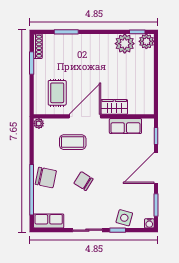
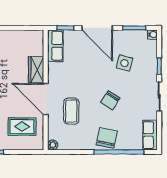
row of seats: (125, 126) -> (55, 46), moved
side table: (124, 218) -> (125, 63), moved

